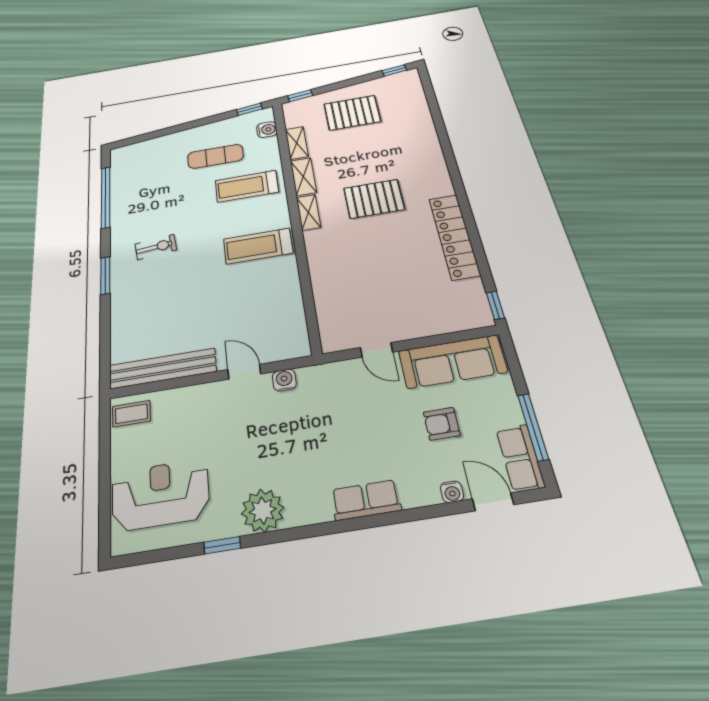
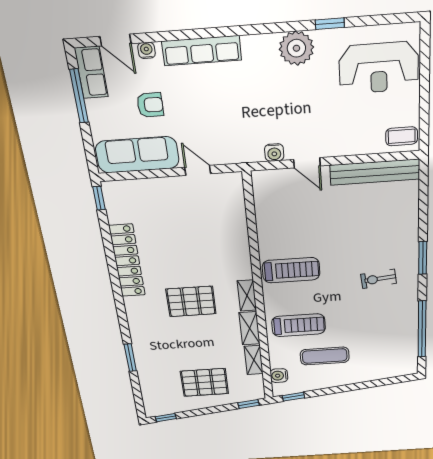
window: (441, 129) -> (130, 358), added
row of seats: (366, 500) -> (202, 51), width x1.48

